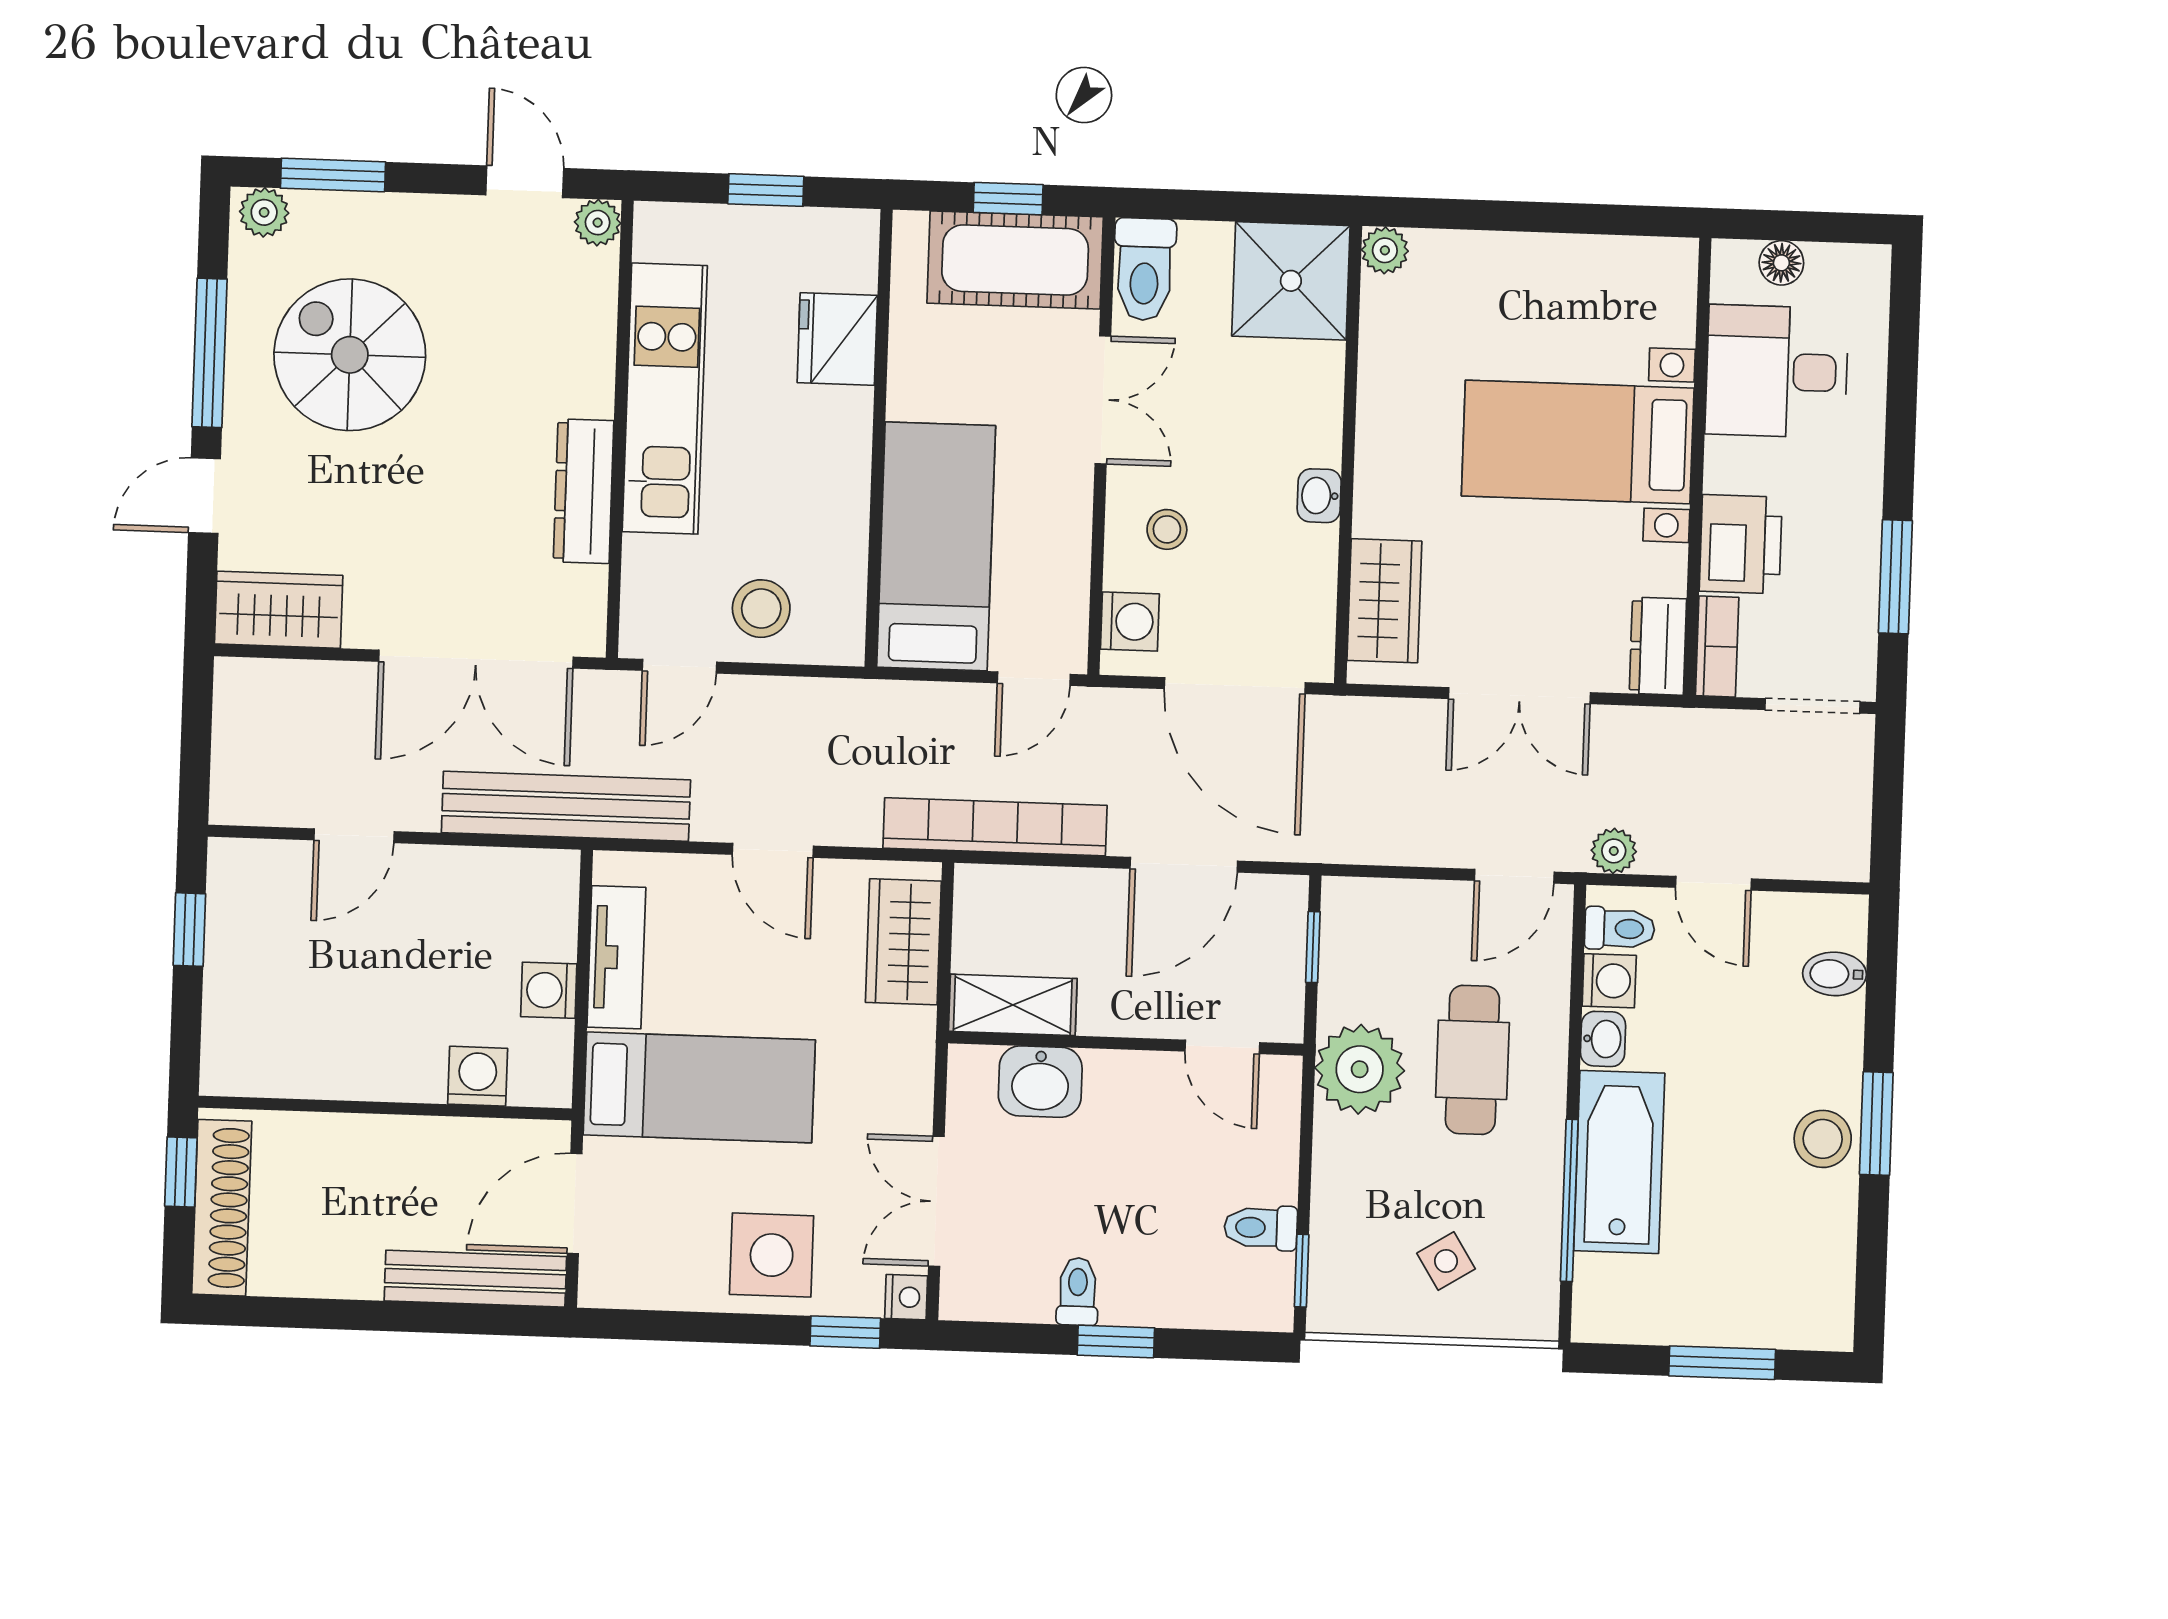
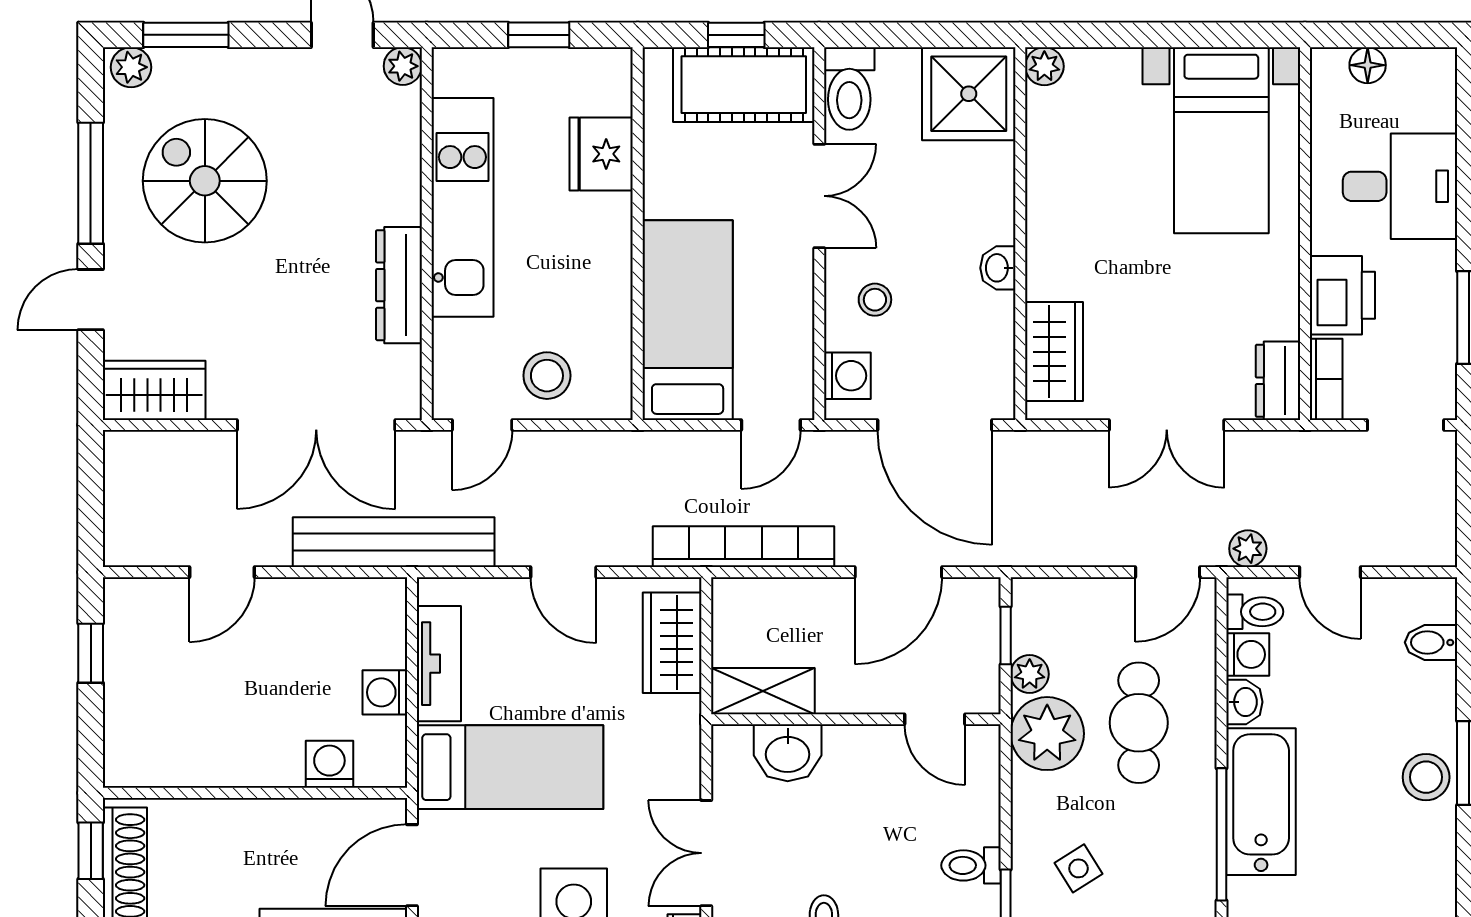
desk: (1777, 371) -> (1400, 186), moved, turned 180
bed with nightstands: (1578, 442) -> (1221, 140), moved, turned -90
plant: (1341, 995) -> (1030, 674), added
side table: (1446, 1261) -> (1078, 868), moved

